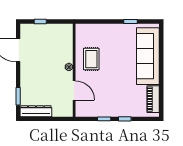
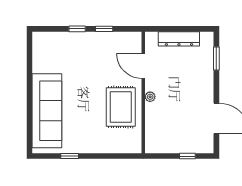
rug: (91, 59) -> (121, 107), width x1.36, depth x1.43
piano: (153, 99) -> (40, 55), removed
dresser: (36, 111) -> (179, 39), moved

